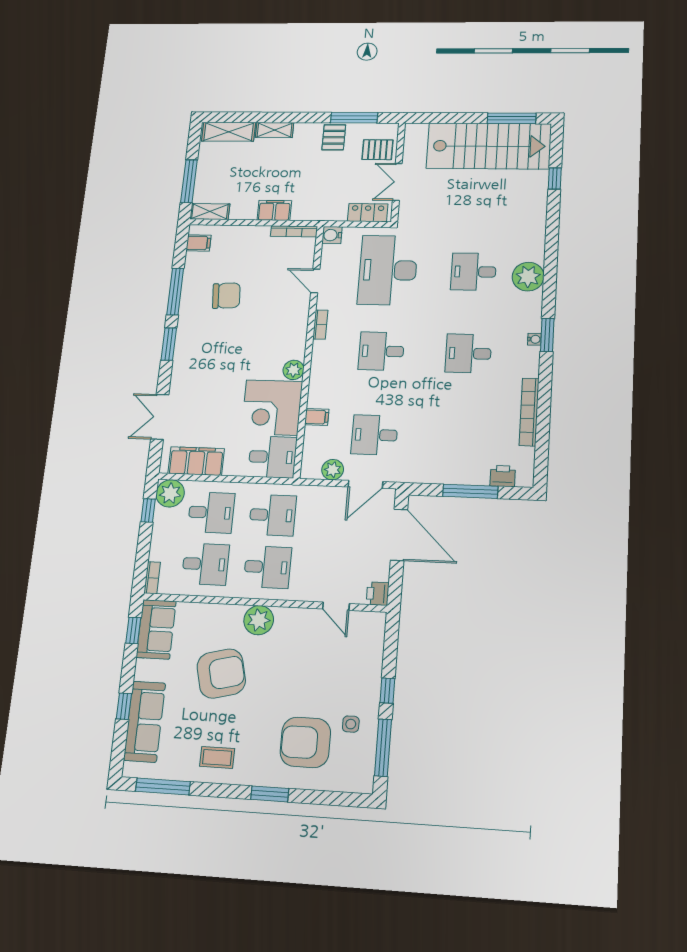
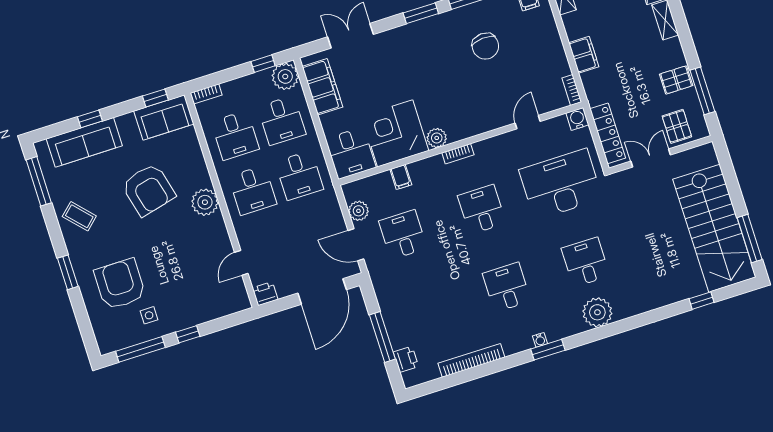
locker: (368, 213) -> (608, 133), width x1.53
bookcase: (294, 231) -> (572, 90), width x0.64
bookcase: (320, 325) -> (458, 154), moved
coffee table: (217, 757) -> (79, 216), turned -43

